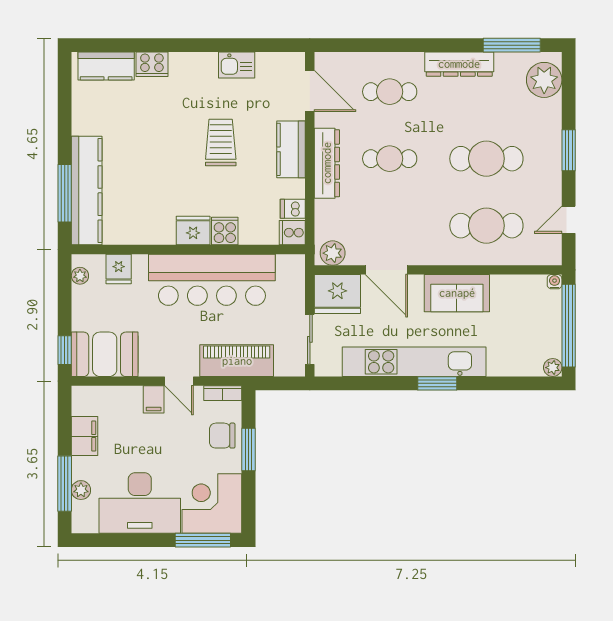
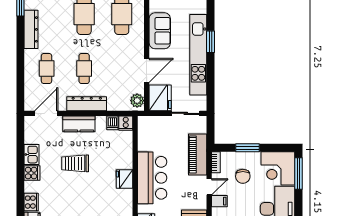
cooker: (225, 231) -> (32, 173), moved, turned 180
bar counter: (212, 280) -> (152, 178), width x0.73
chair: (222, 436) -> (243, 176), moved

